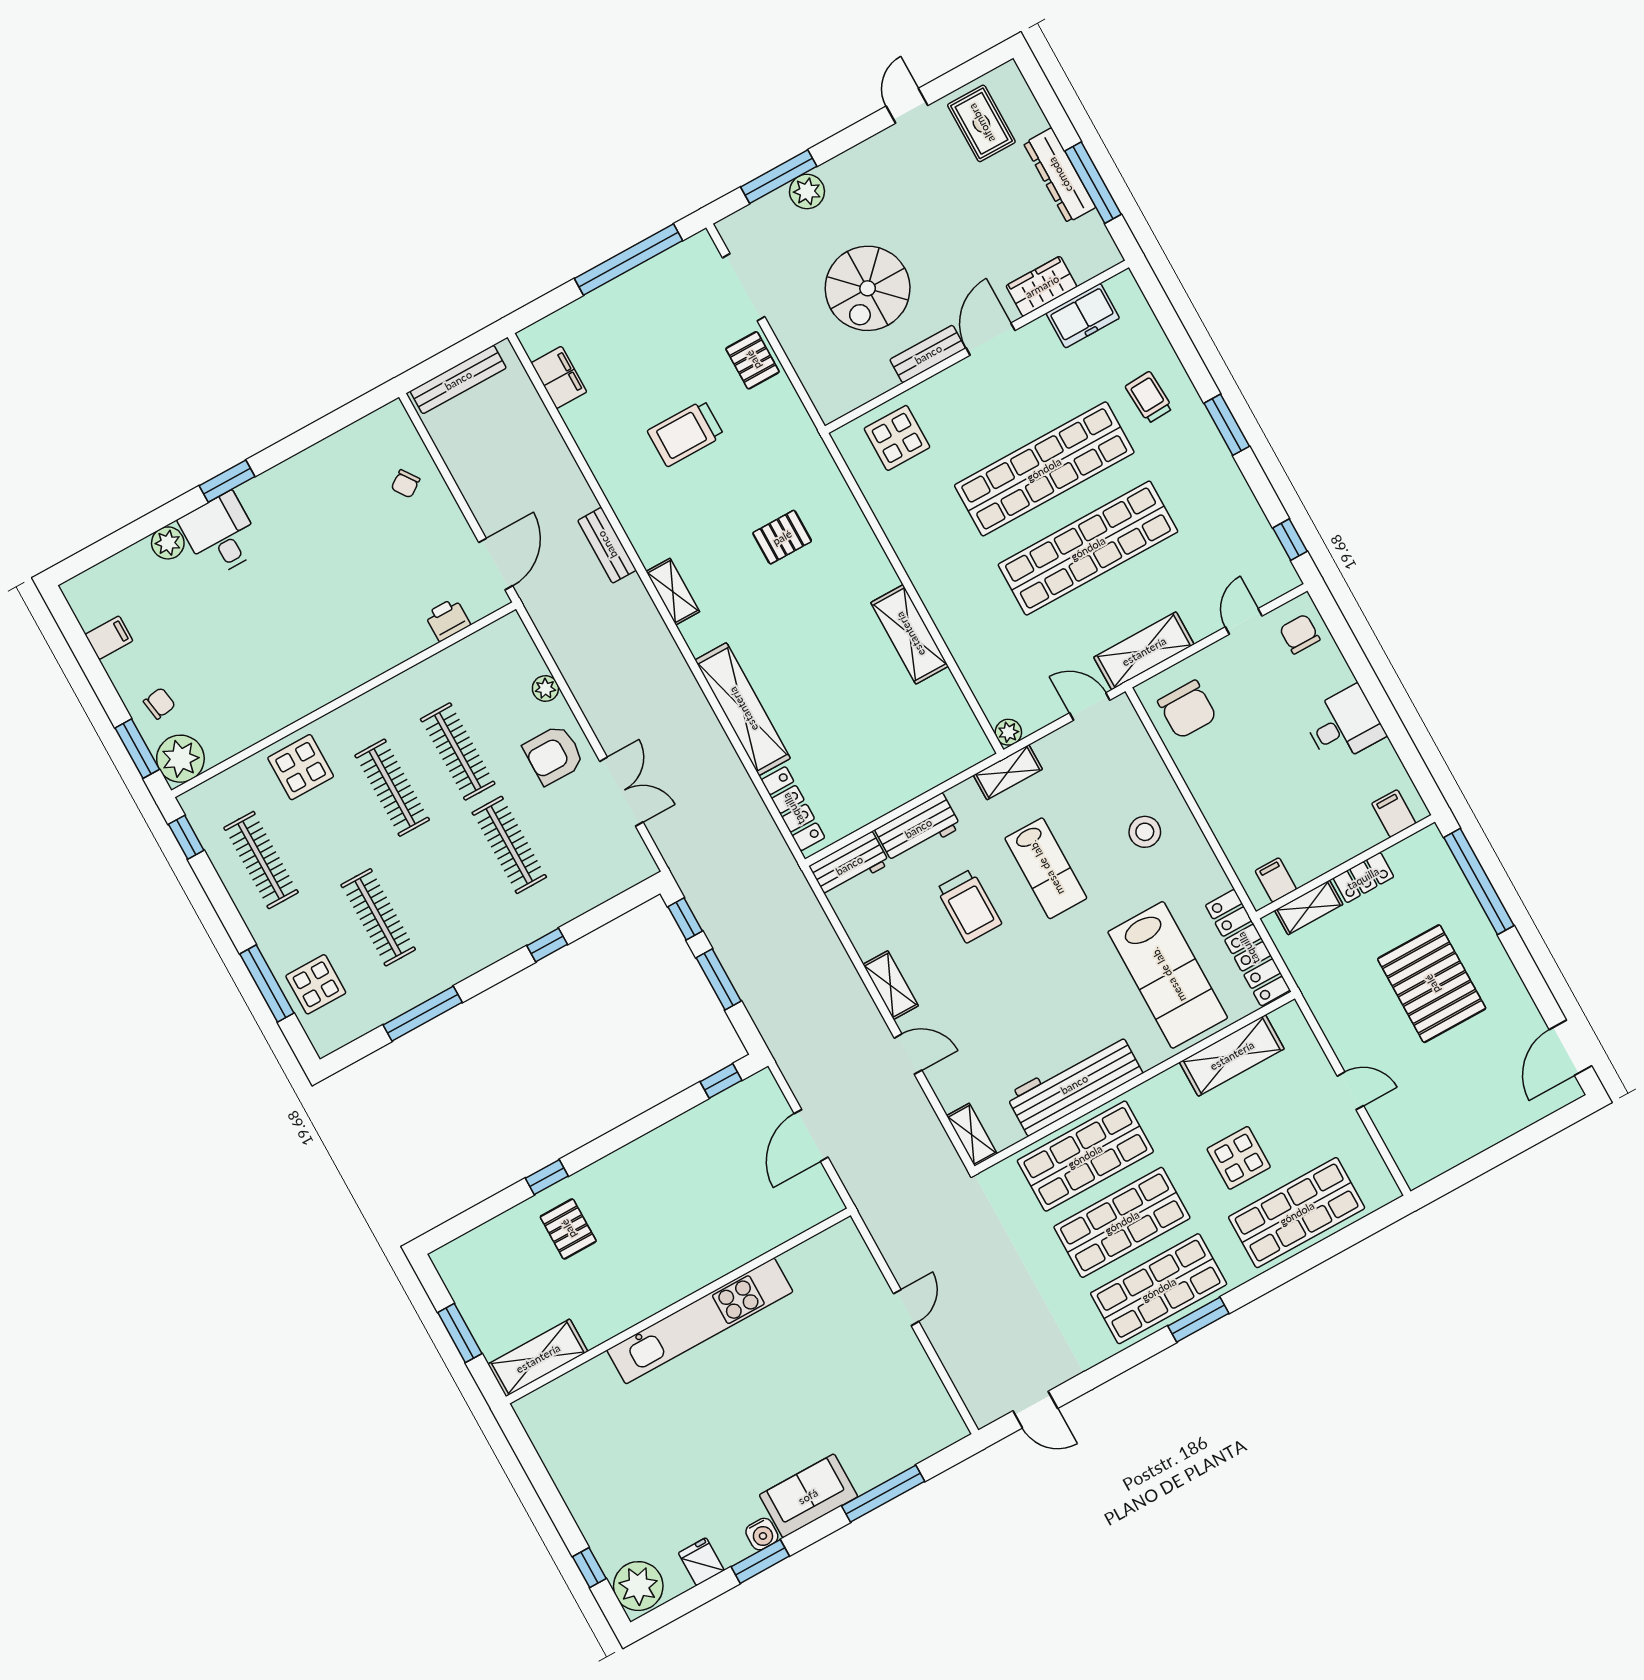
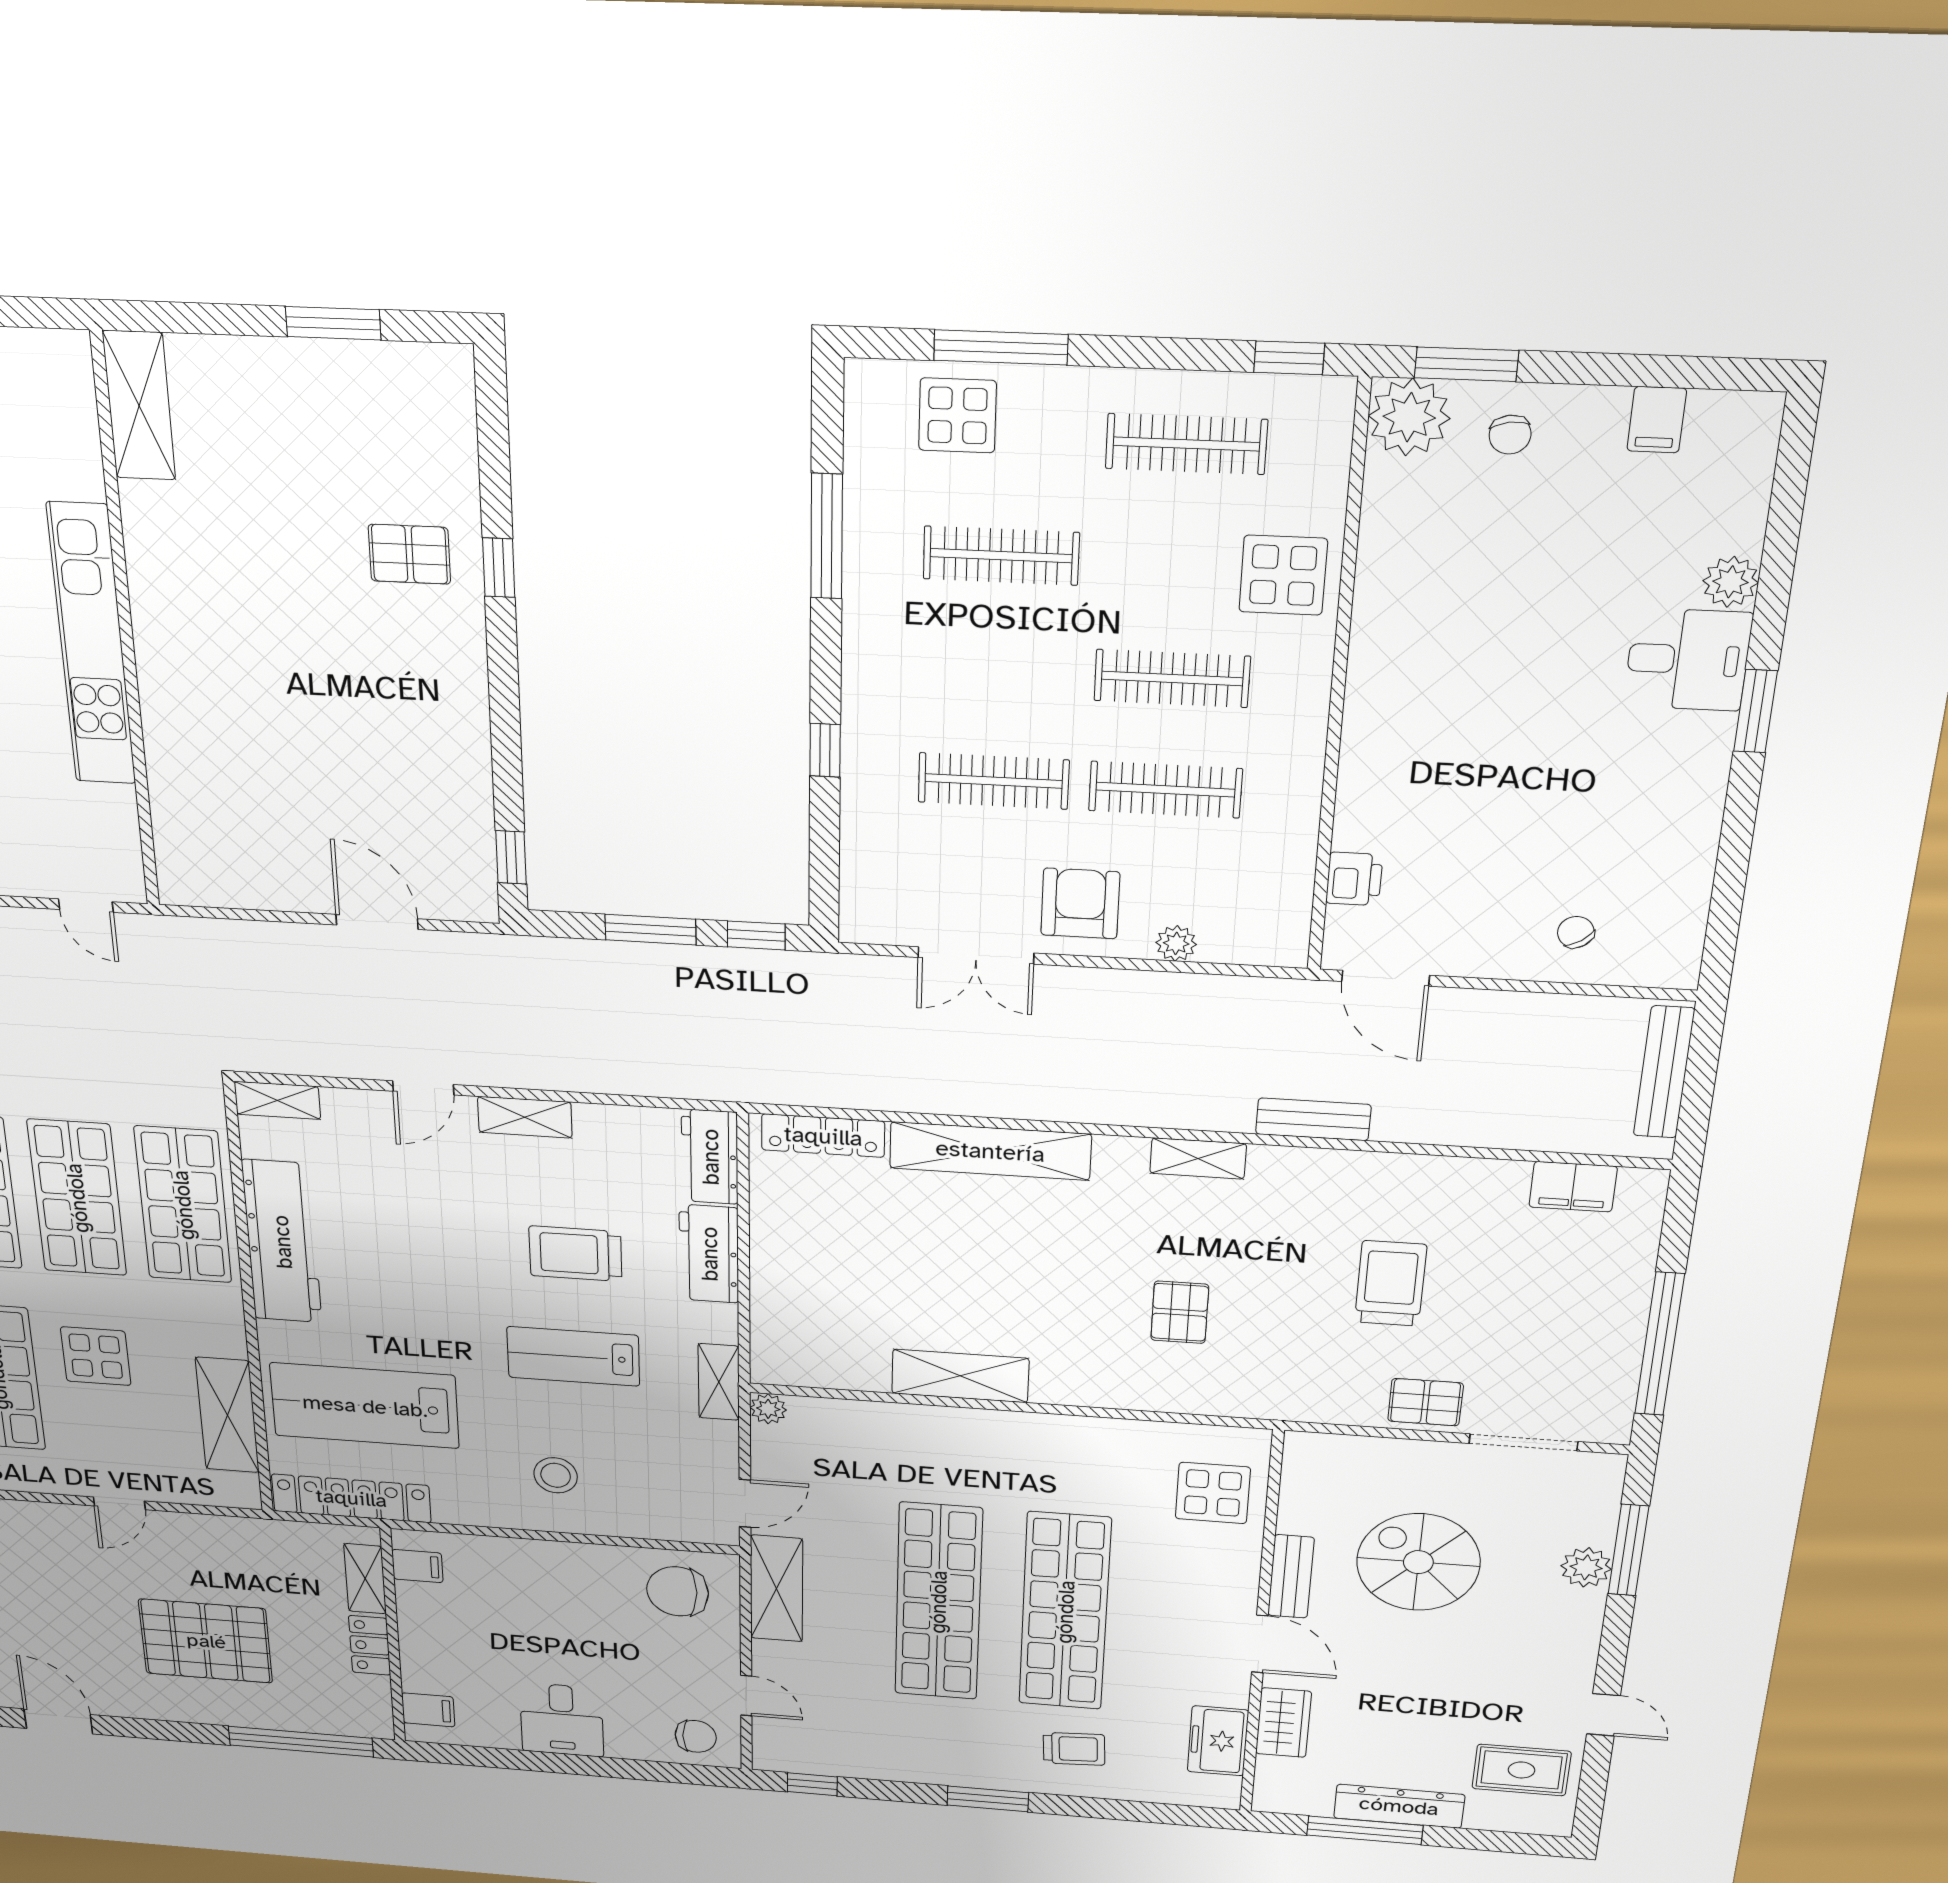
wall: (678, 1306) -> (126, 630), moved
kitchen unit: (700, 1321) -> (92, 645), moved
shelving: (538, 1358) -> (139, 406), moved

